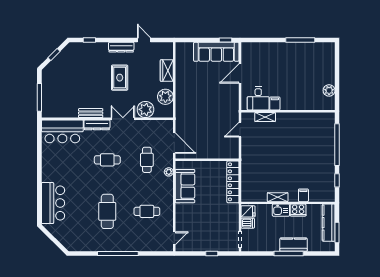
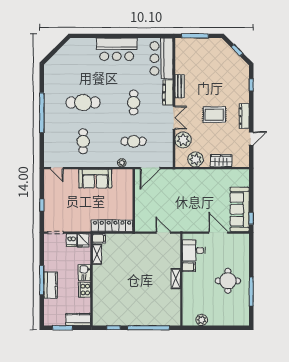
round table: (289, 64) -> (228, 281), added
shelving: (265, 117) -> (176, 279), moved
sofa: (185, 186) -> (95, 179), moved
filing cabinet: (303, 195) -> (99, 238), moved
shelving: (278, 197) -> (97, 254), moved
bar counter: (53, 203) -> (117, 49), moved
kitchen counter: (329, 223) -> (78, 320), width x0.67

